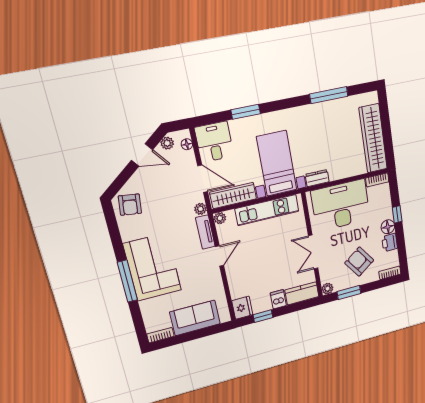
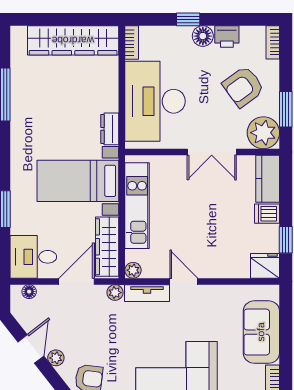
plant: (167, 143) -> (56, 358), moved
plant: (327, 289) -> (263, 133), width x1.87, depth x1.87

